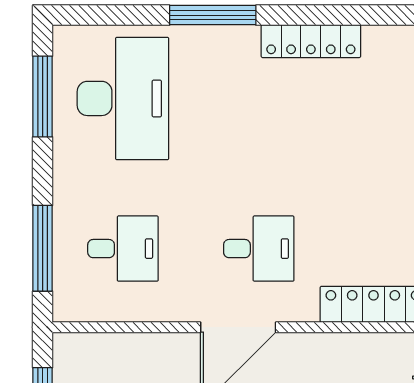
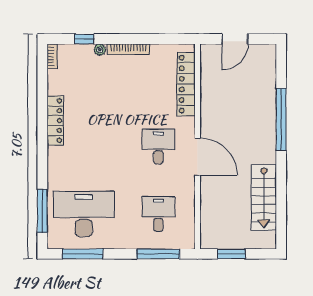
window: (213, 15) -> (42, 211), moved

